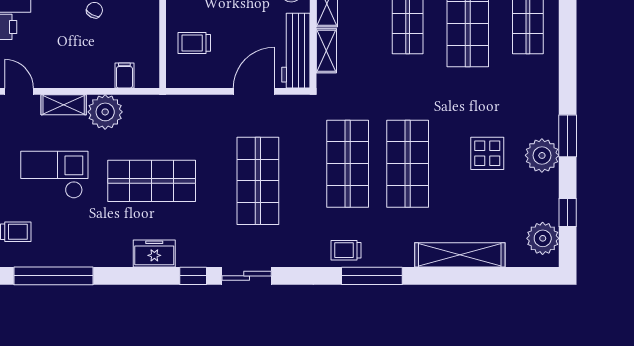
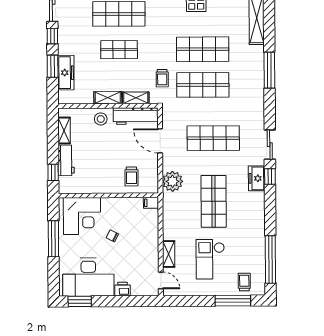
filing cabinet: (124, 76) -> (151, 203), moved
door: (19, 91) -> (161, 280), swing flipped
plant: (105, 112) -> (173, 181), moved
trolley: (346, 250) -> (162, 78), moved
freezer: (154, 254) -> (257, 178), moved

